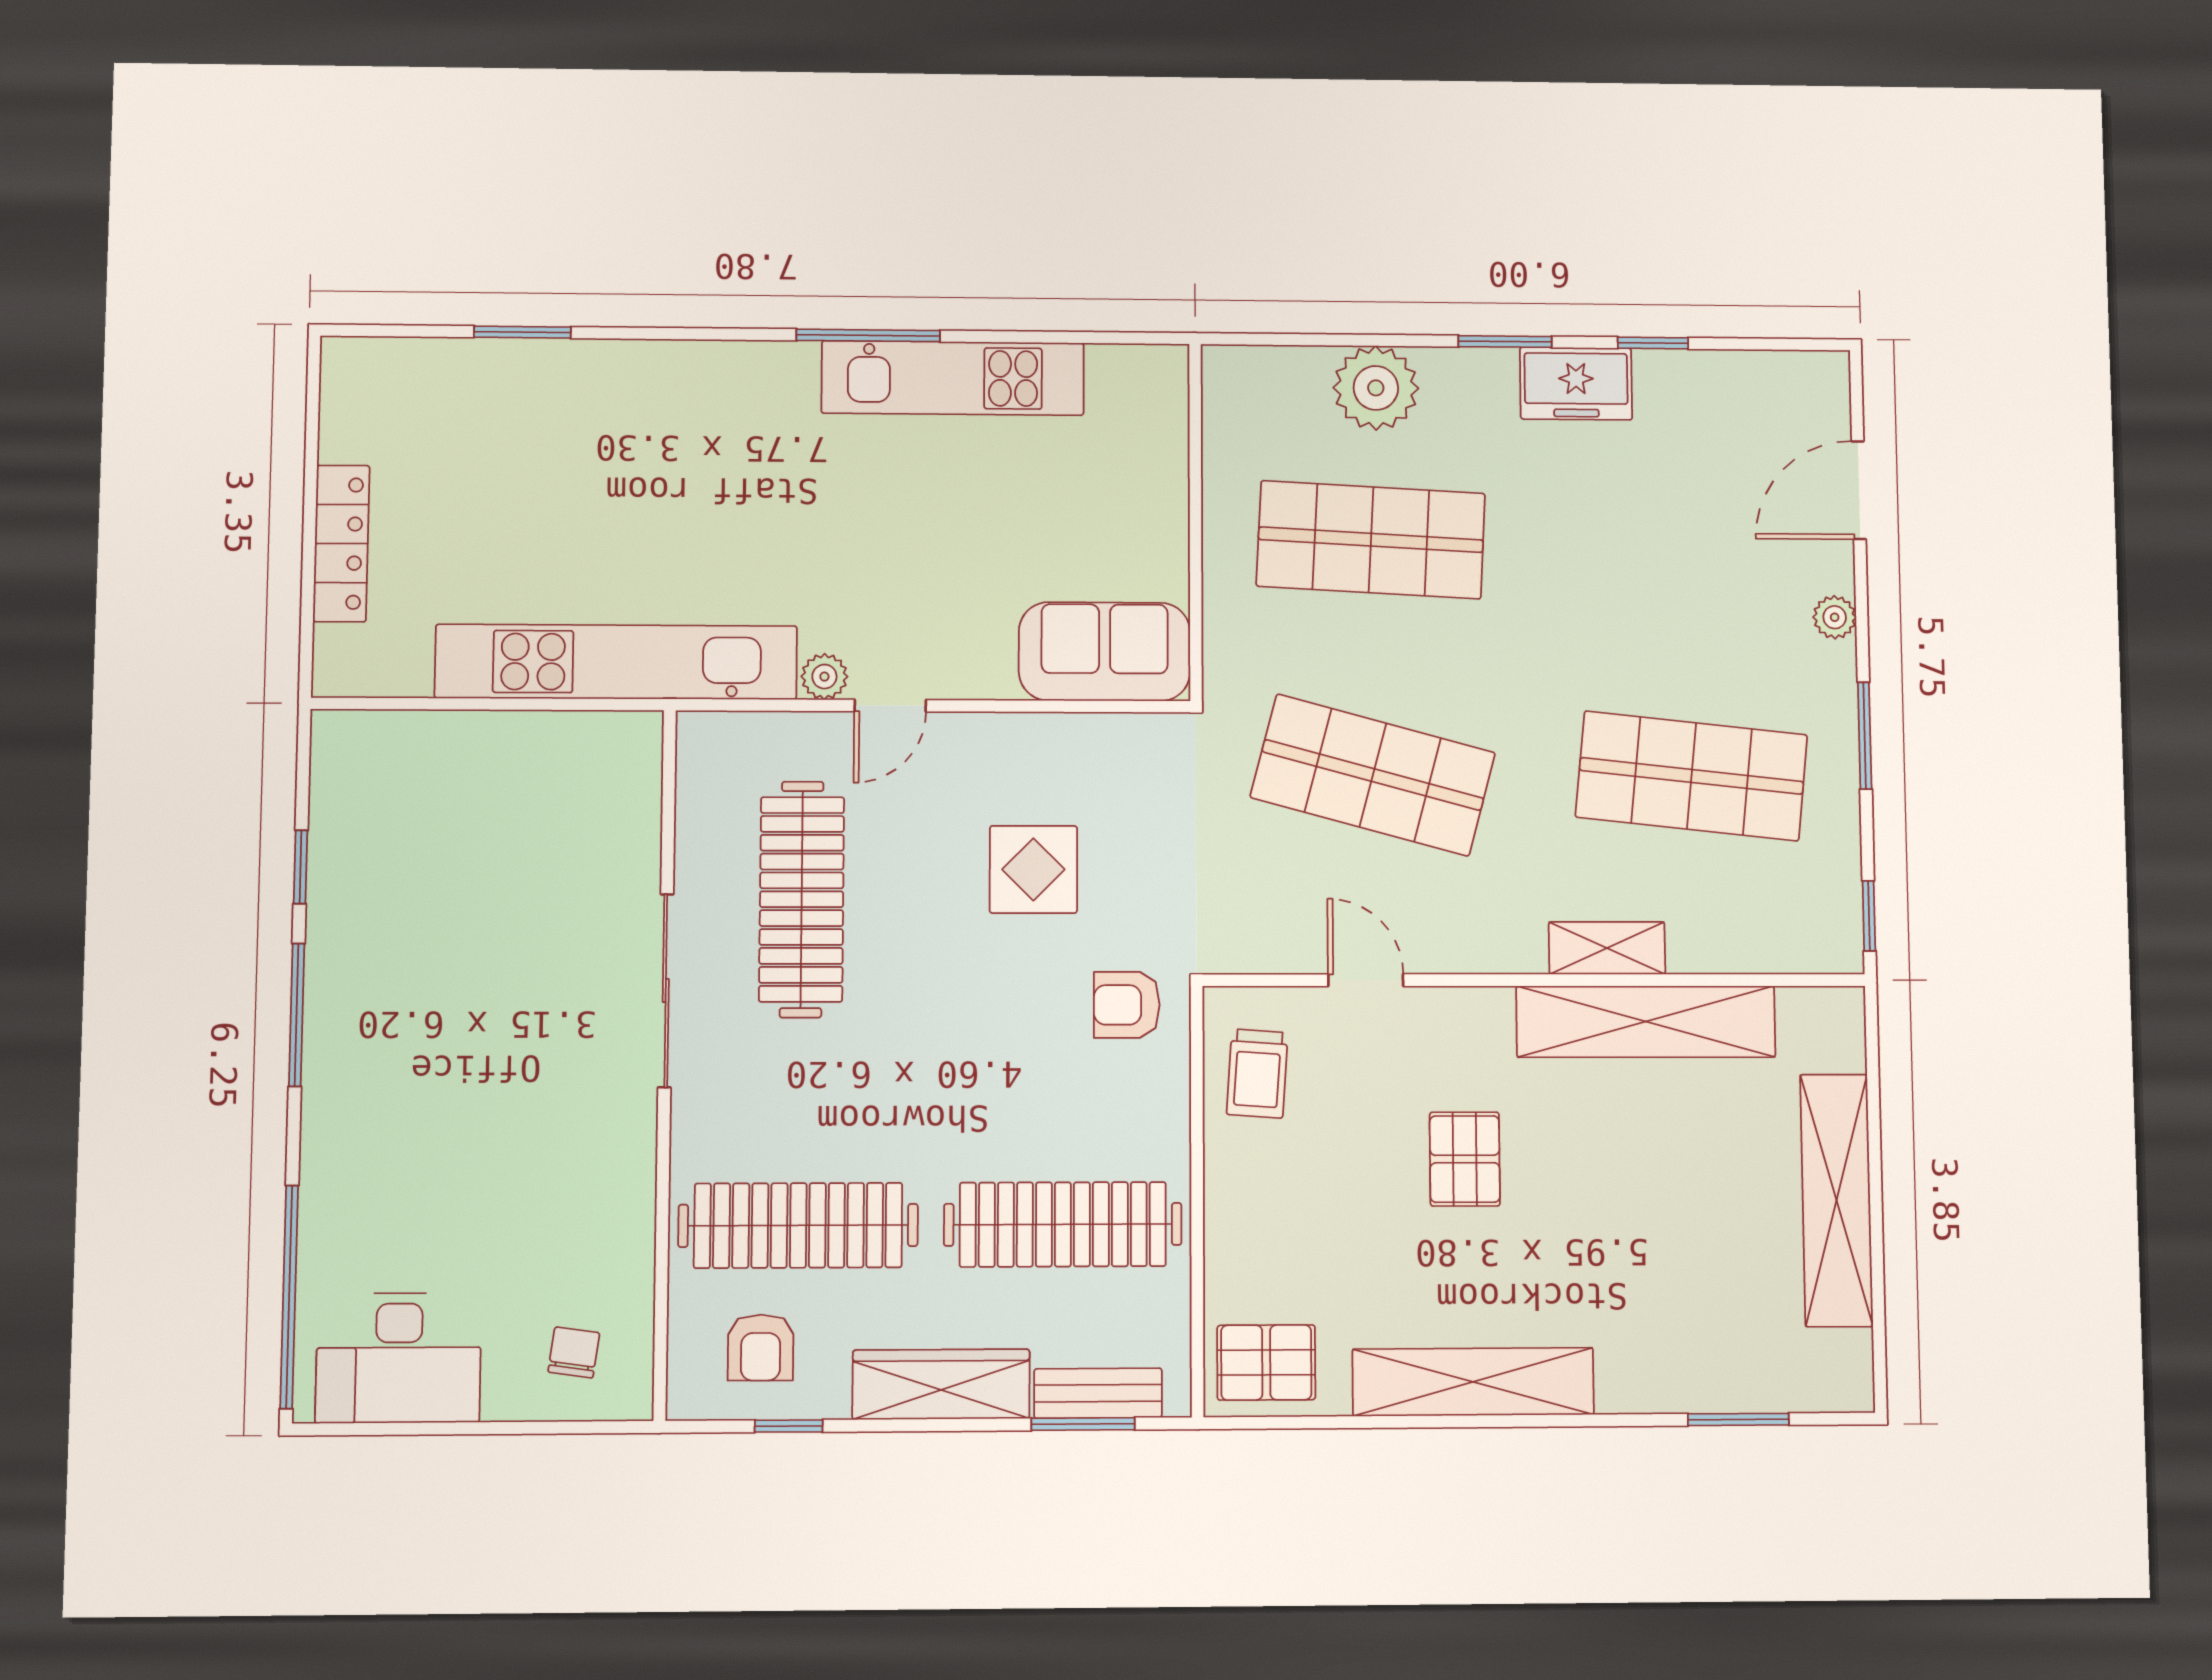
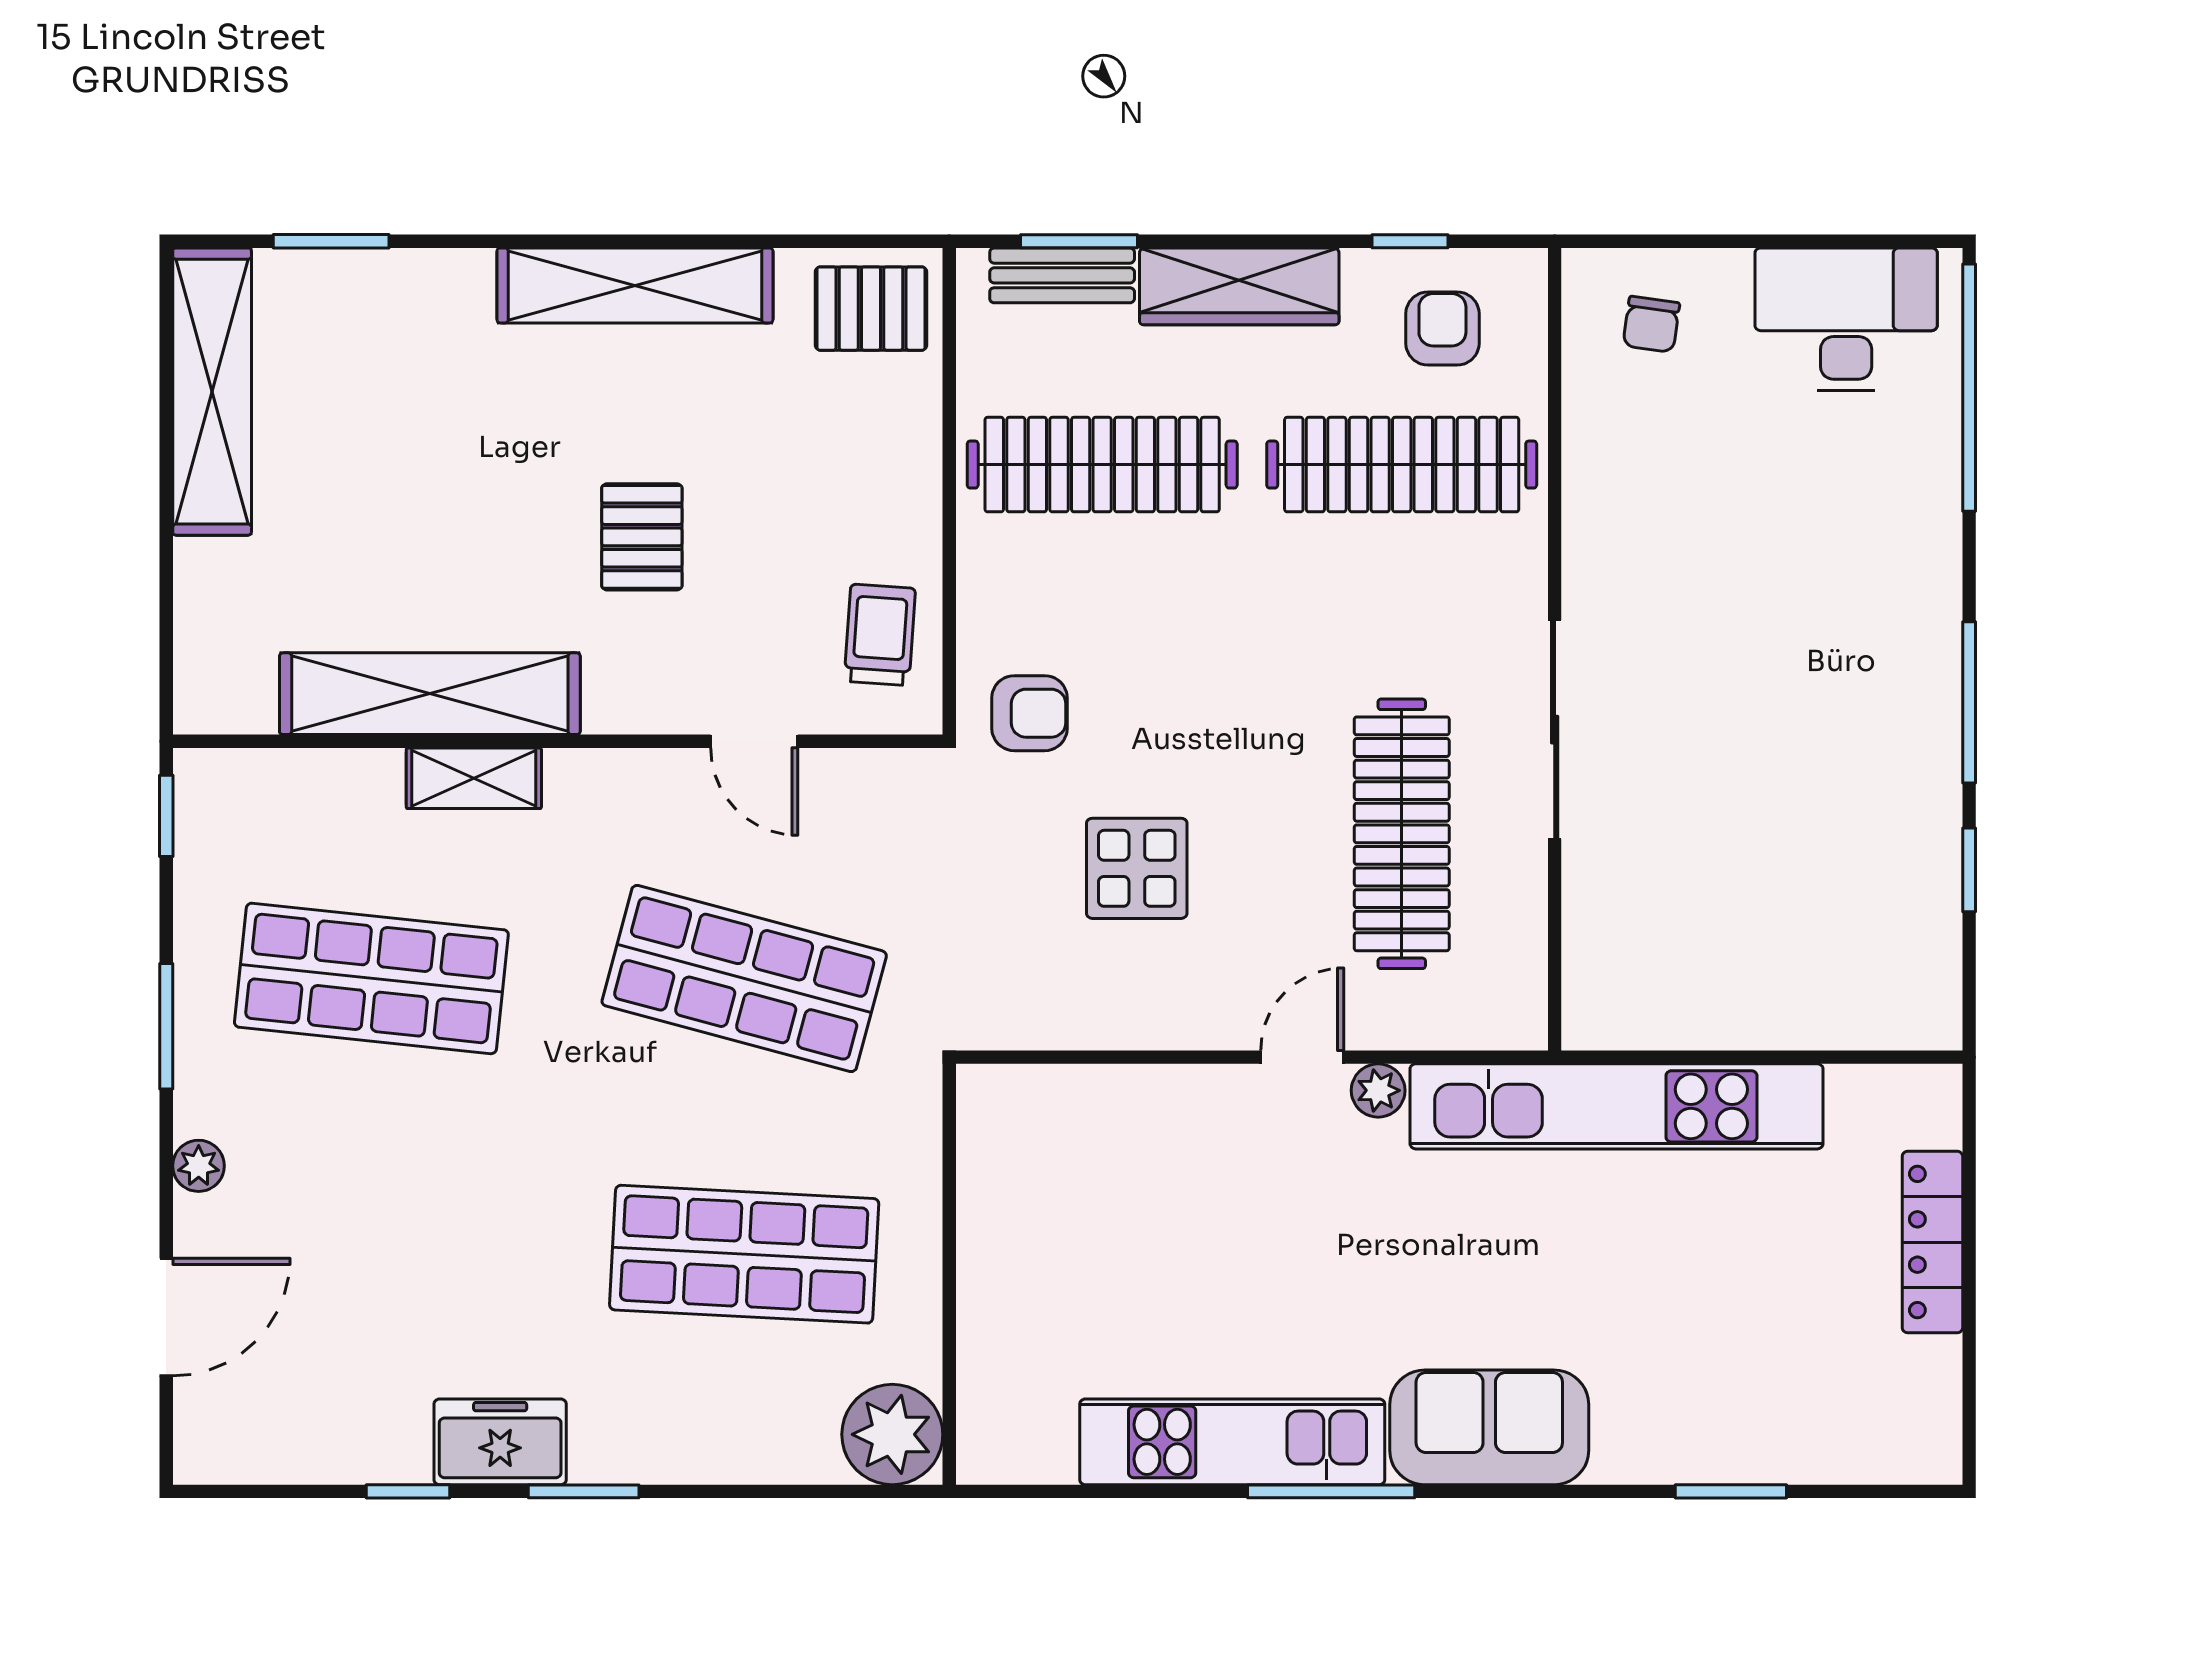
plant: (1376, 388) -> (892, 1434), moved
sofa: (1105, 652) -> (1489, 1427), moved, turned 180
shelving: (1836, 1200) -> (212, 392), moved

